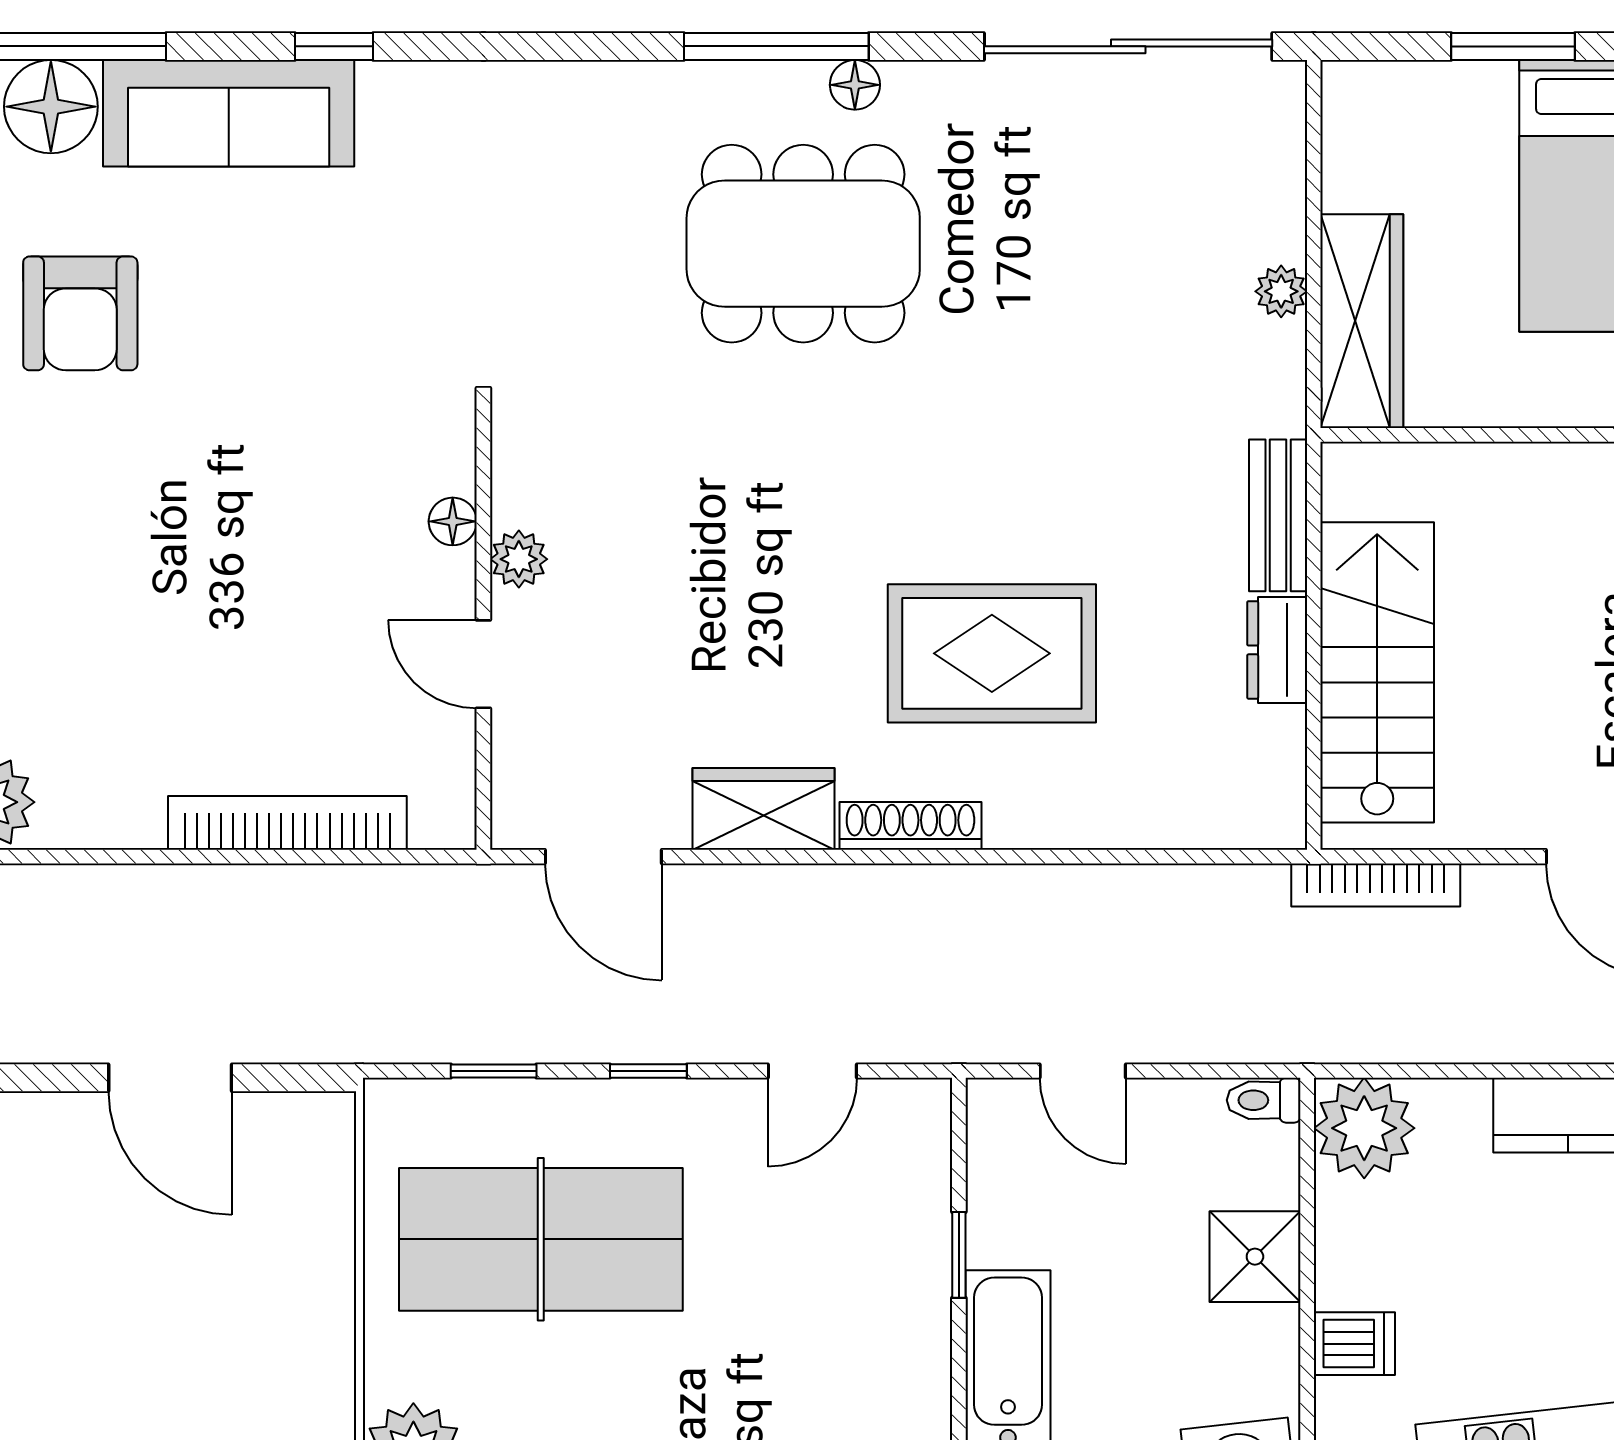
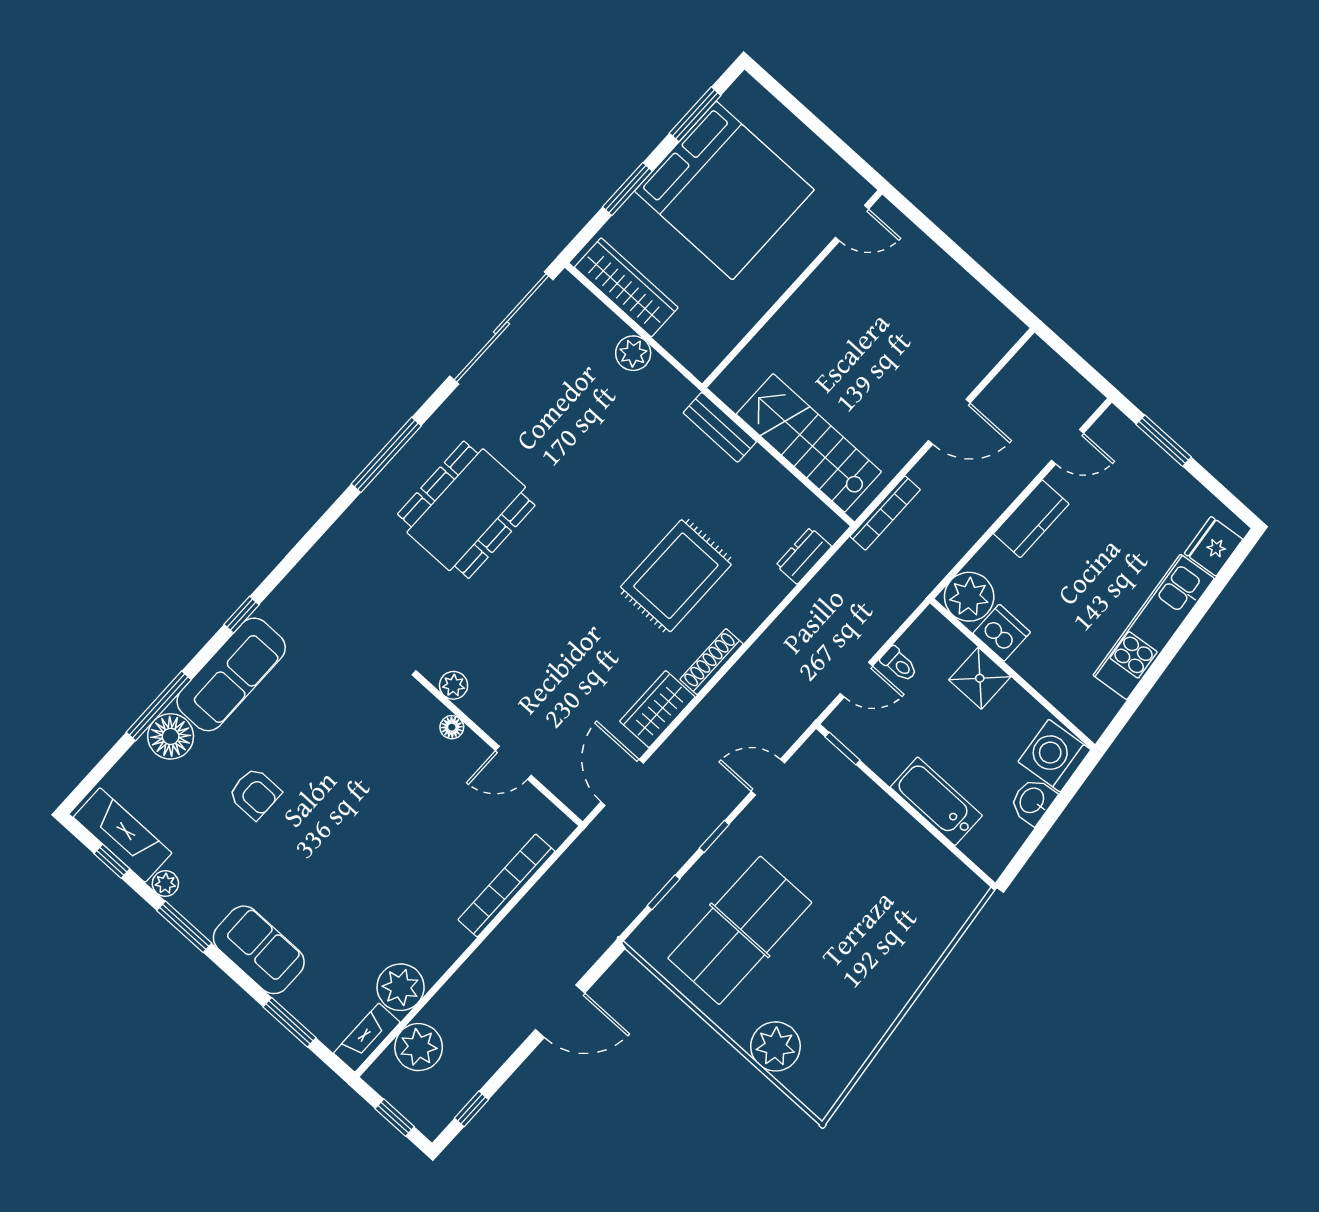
floor lamp: (855, 85) -> (426, 439), removed
plant: (1281, 291) -> (633, 353), width x1.38, depth x1.38
armchair: (80, 313) -> (255, 794), width x0.72, depth x0.72
wardrobe: (1362, 321) -> (626, 287), moved
plant: (519, 559) -> (454, 685), moved
dresser: (1277, 650) -> (804, 556), moved, turned 90
door: (603, 857) -> (622, 783), swing flipped
door: (812, 1071) -> (768, 777), swing flipped
toilet: (1264, 1100) -> (899, 664), moved, turned -90
window: (959, 1255) -> (843, 749), moved
dishwasher: (1354, 1344) -> (1002, 633), moved, width x1.38

